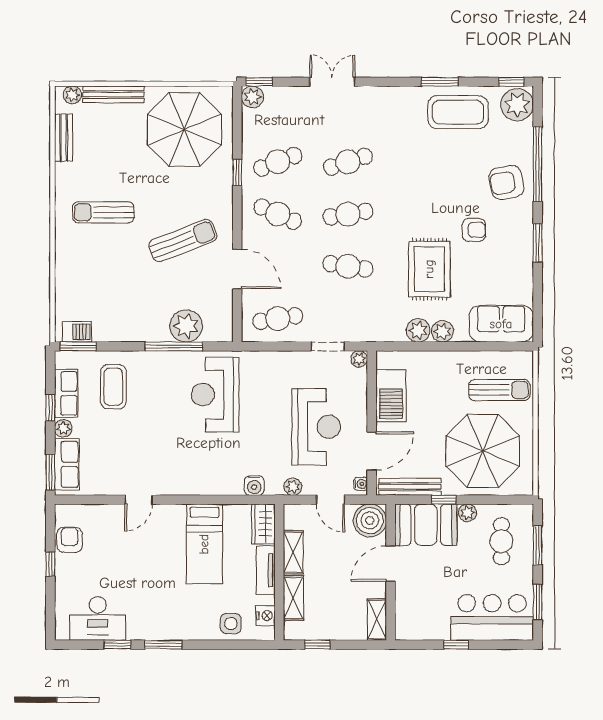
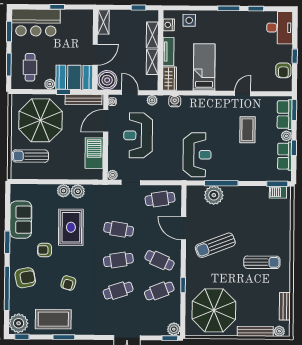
armchair: (433, 174) -> (68, 283), added
sofa: (501, 324) -> (21, 220), moved, turned -90
coffee table: (113, 387) -> (247, 130), moved
desk: (98, 618) -> (280, 28), moved, turned 90

